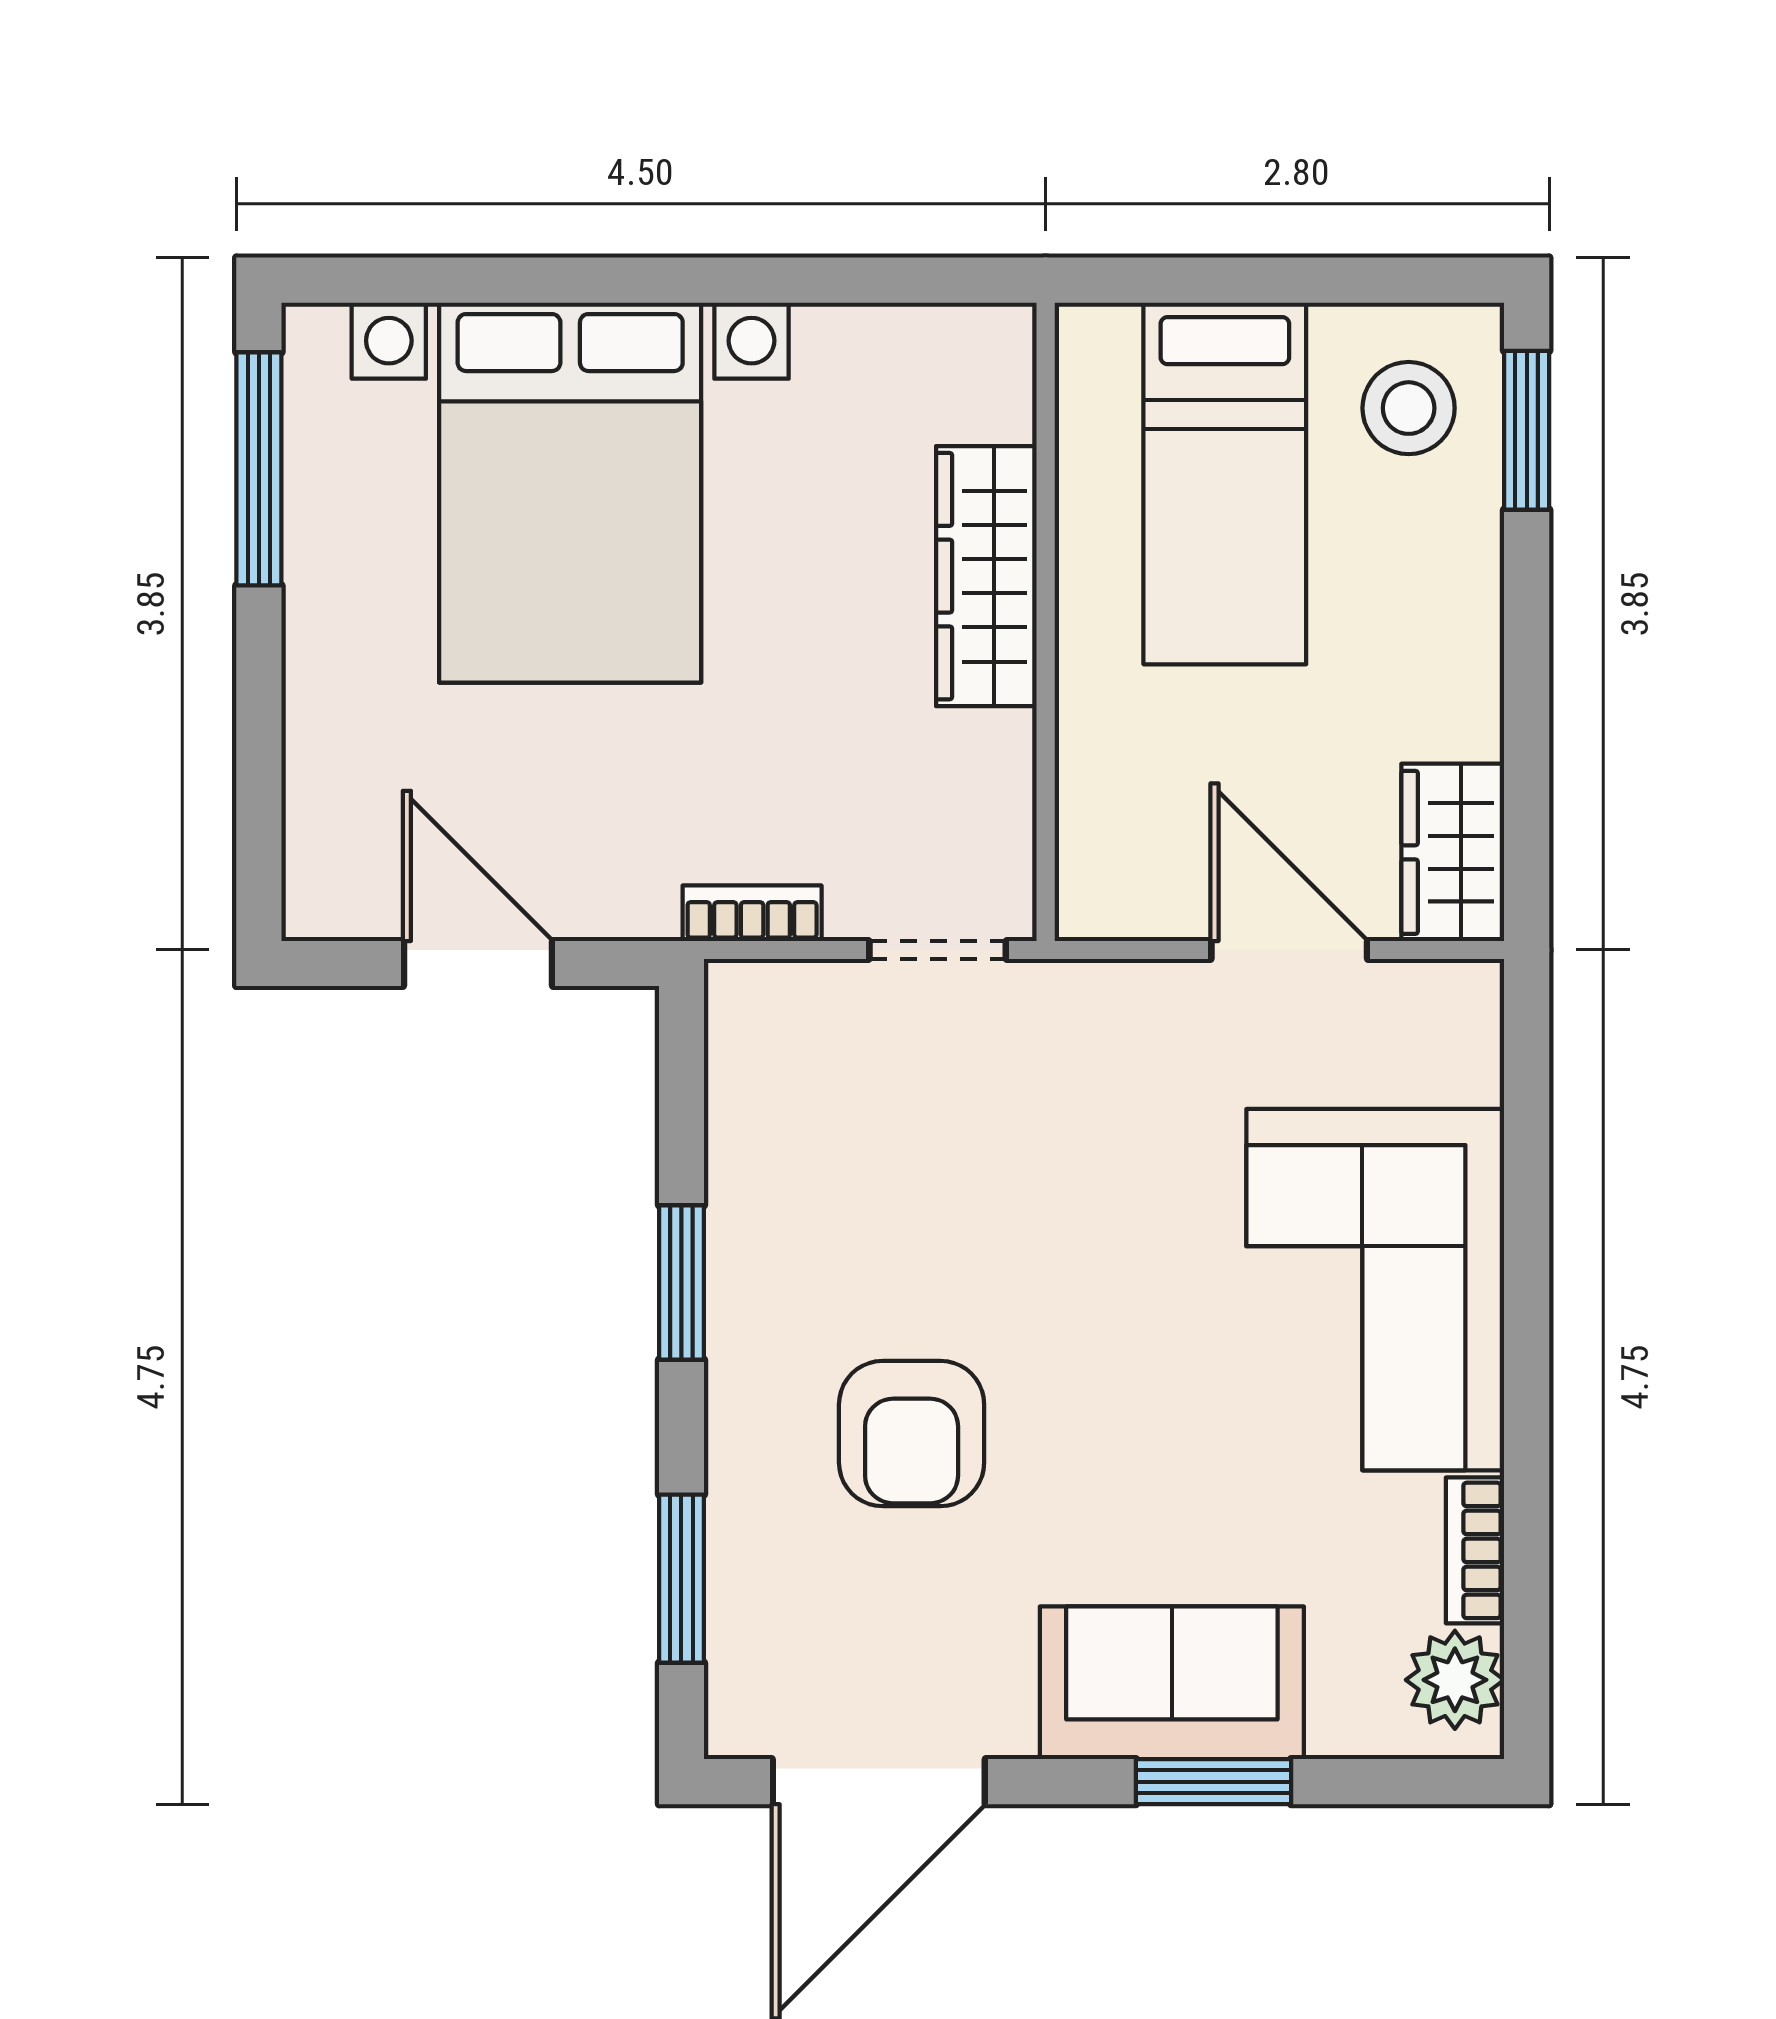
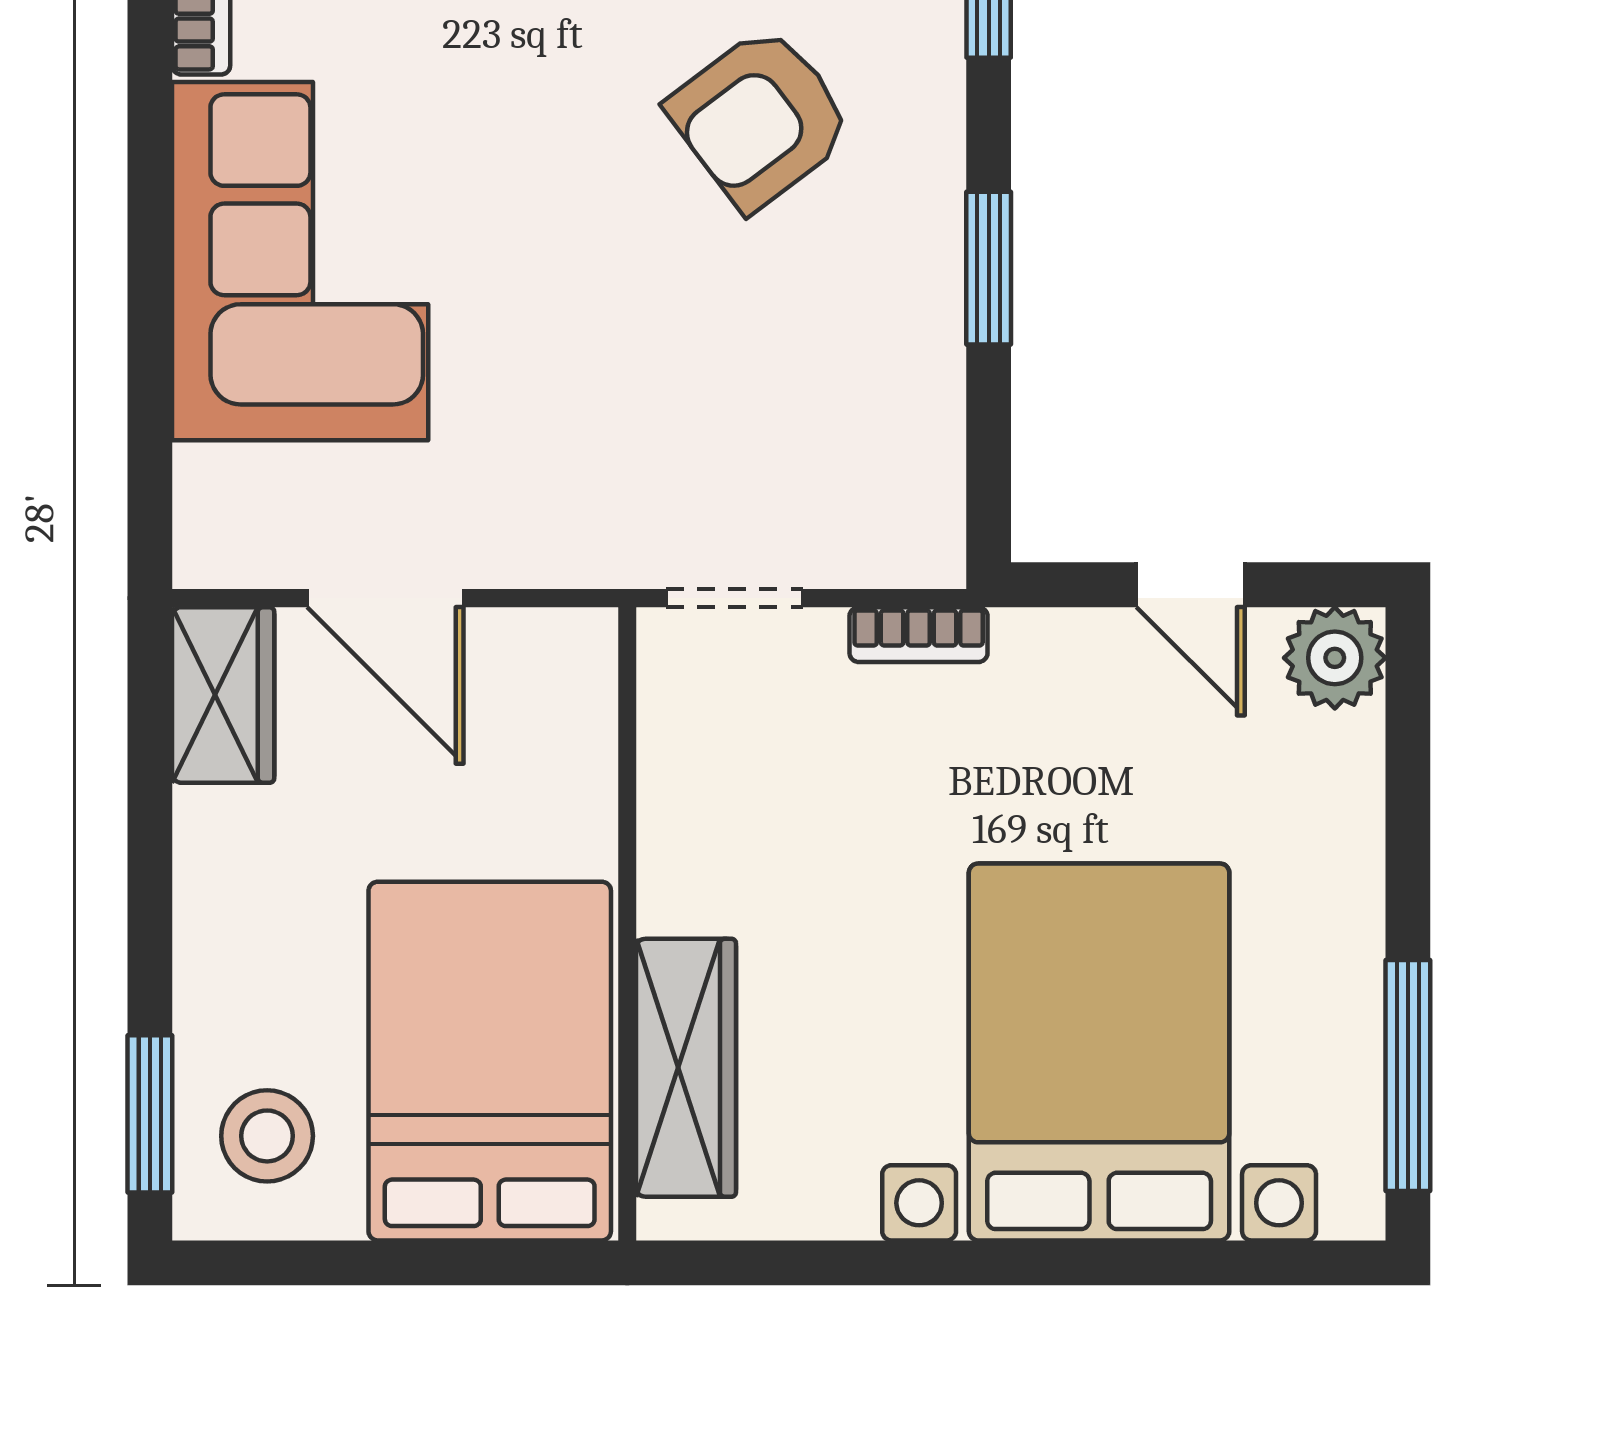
bed: (1225, 483) -> (490, 1061), width x1.50
wardrobe: (986, 576) -> (686, 1068), moved
plant: (333, 890) -> (1335, 658), added
door: (478, 963) -> (1191, 585), width x0.73
armchair: (912, 1434) -> (760, 118), turned -127

